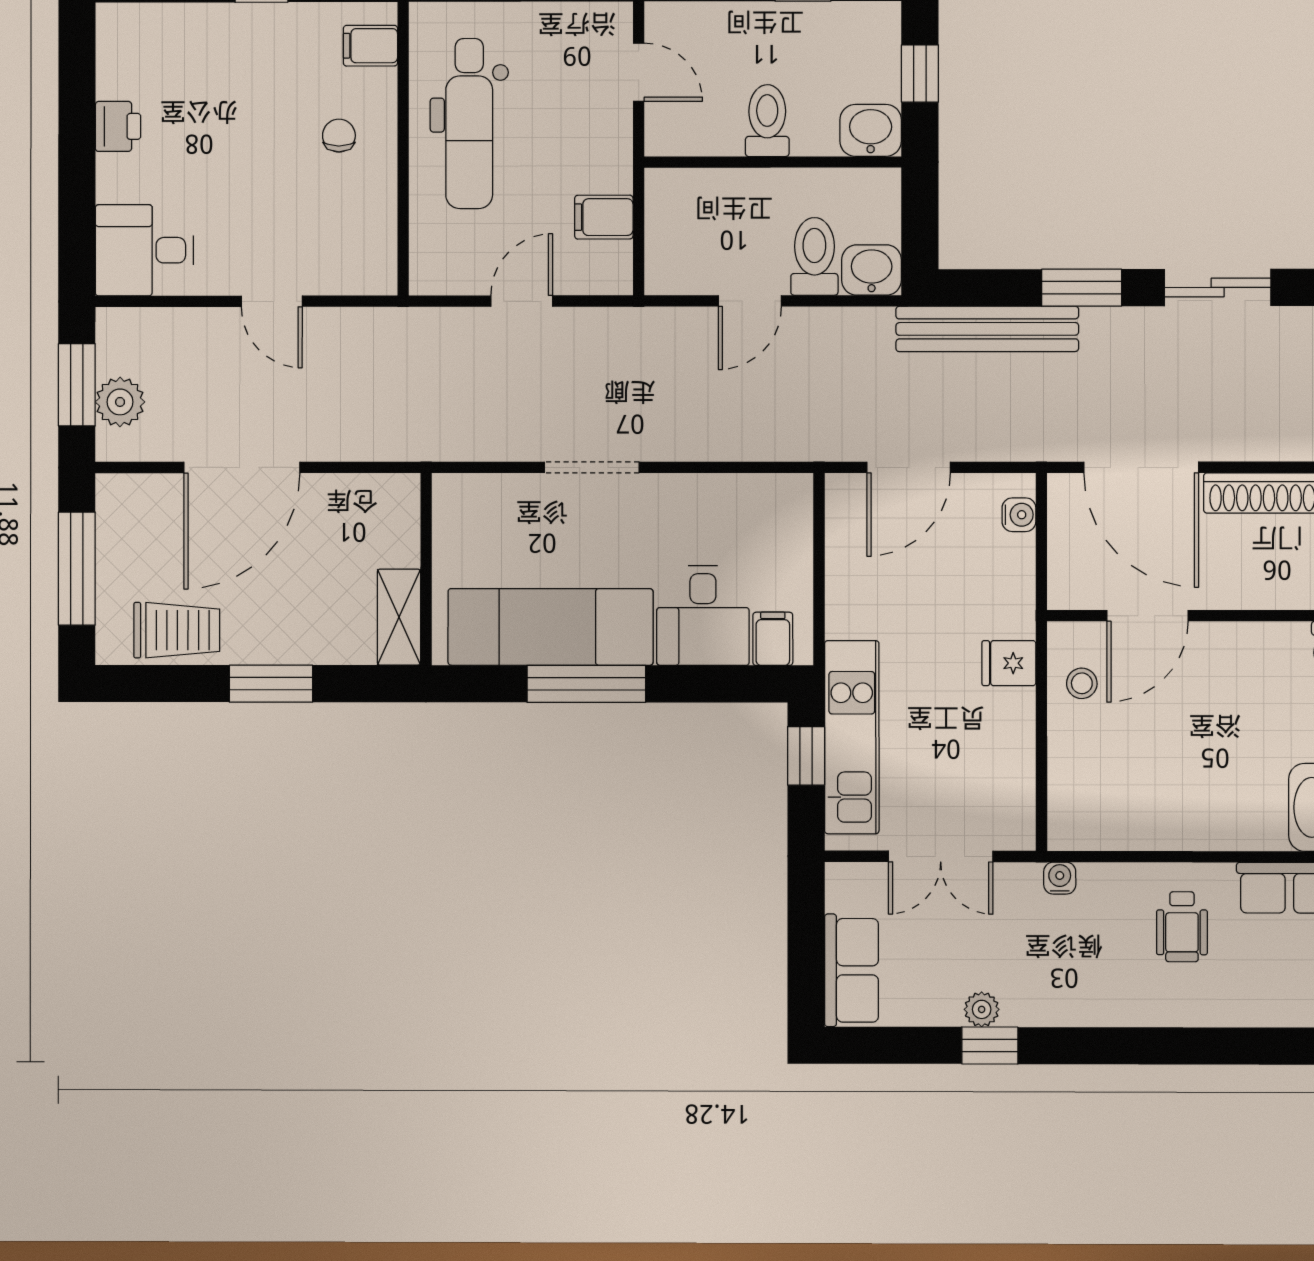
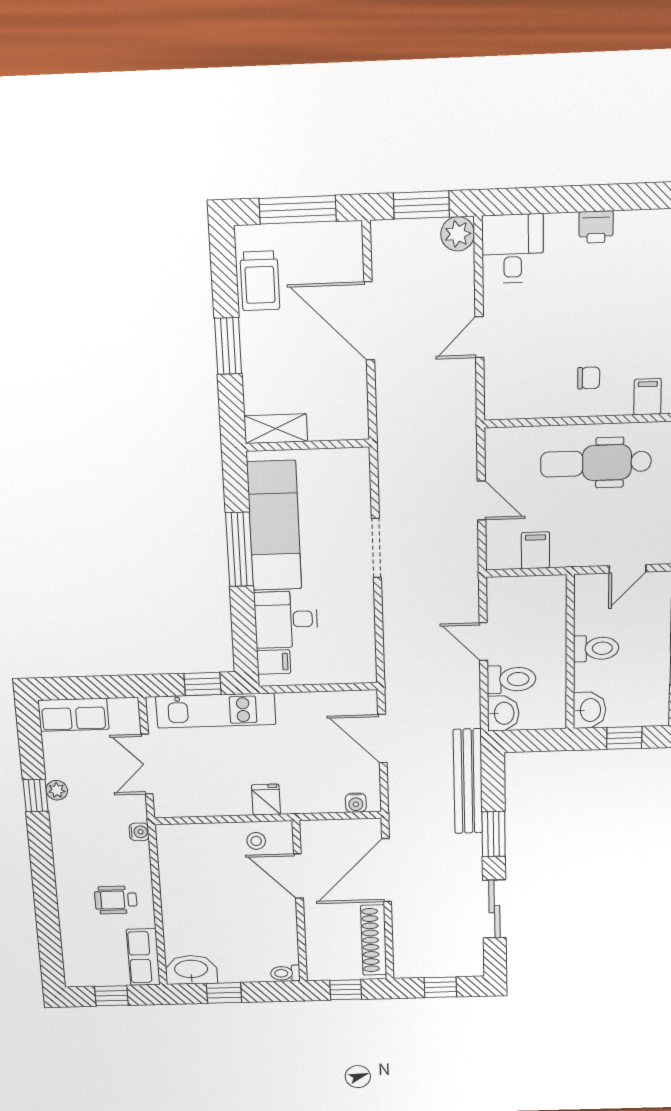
plant: (120, 402) -> (458, 234), moved

